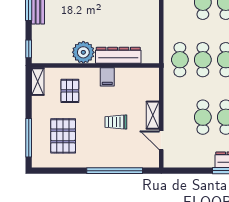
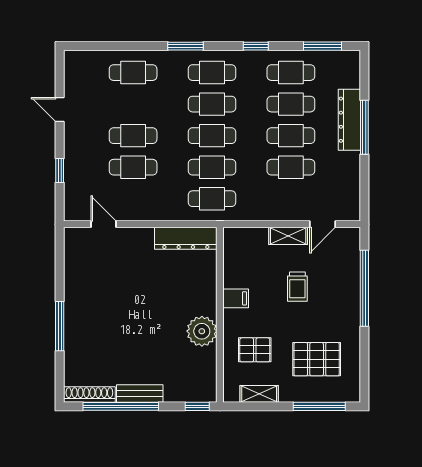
dresser: (118, 55) -> (186, 238), moved, turned -90
shelving: (38, 82) -> (259, 394), moved

